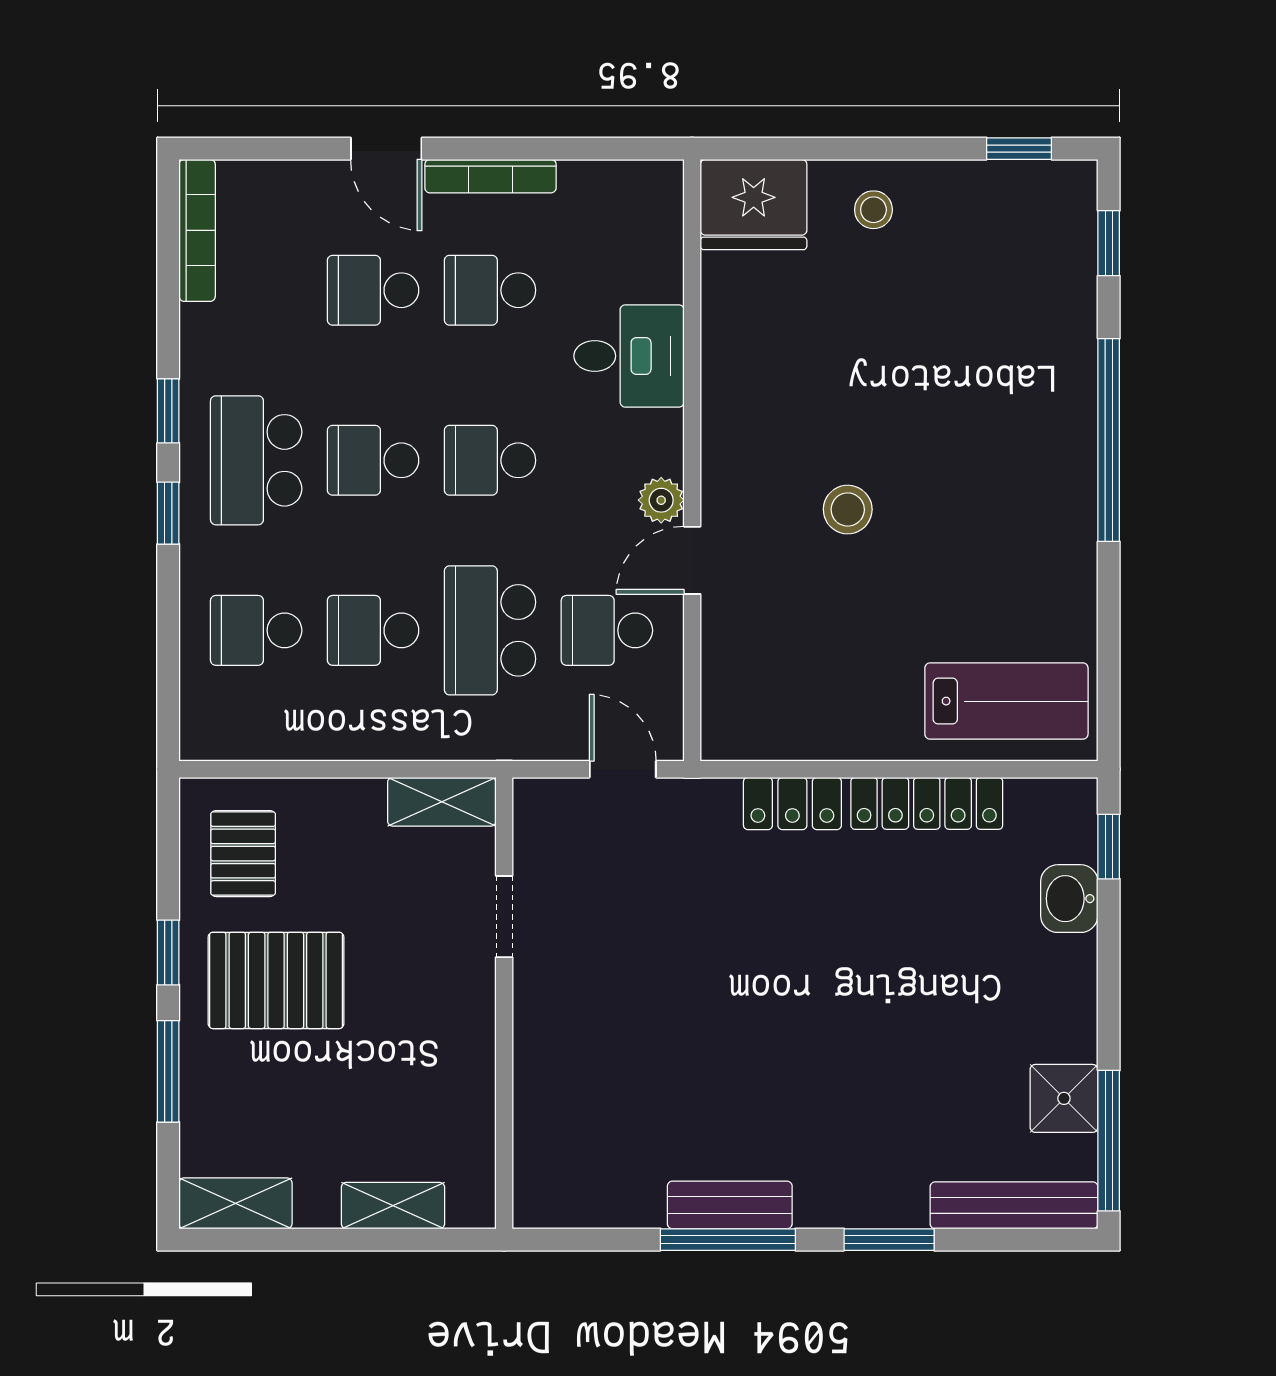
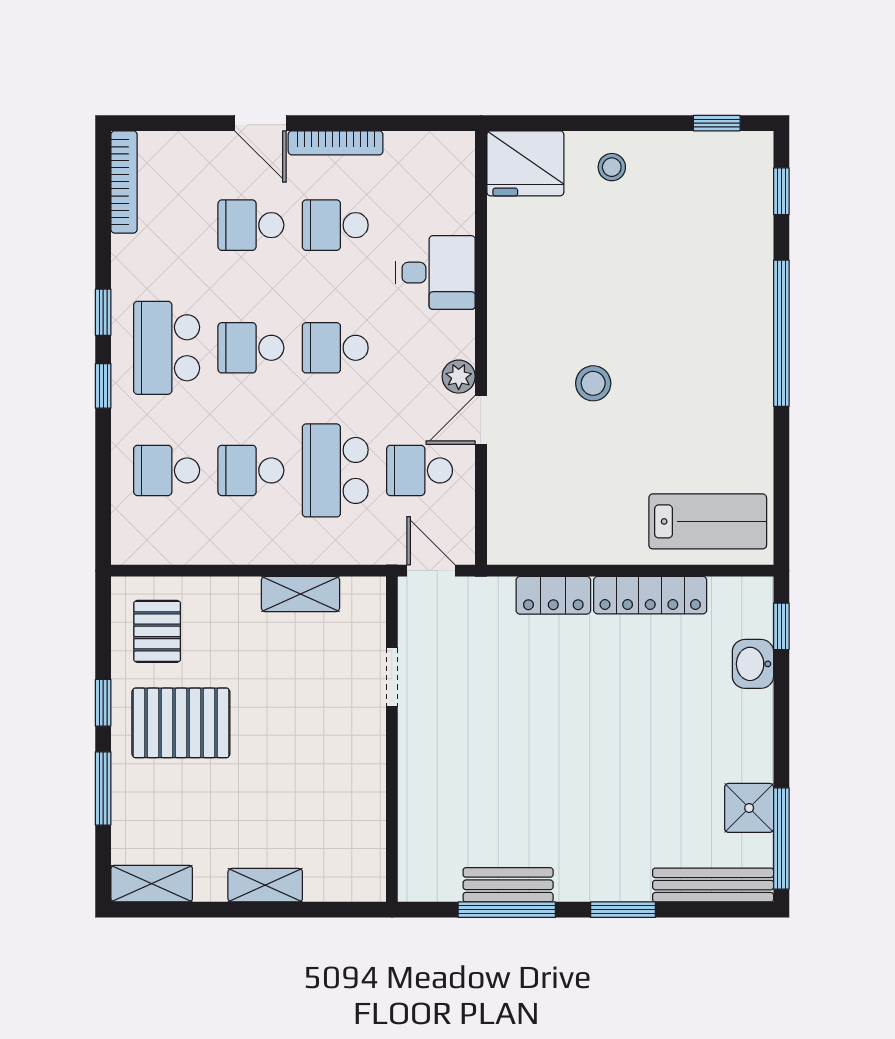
doorway: (504, 917) -> (392, 677), moved
wall: (504, 1003) -> (392, 739), moved

